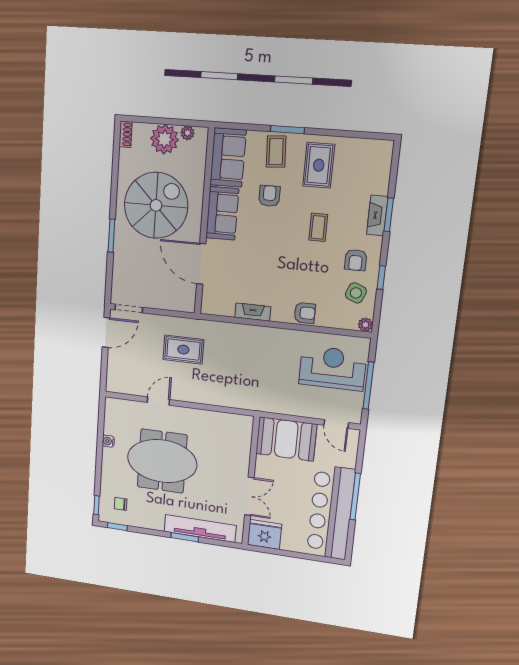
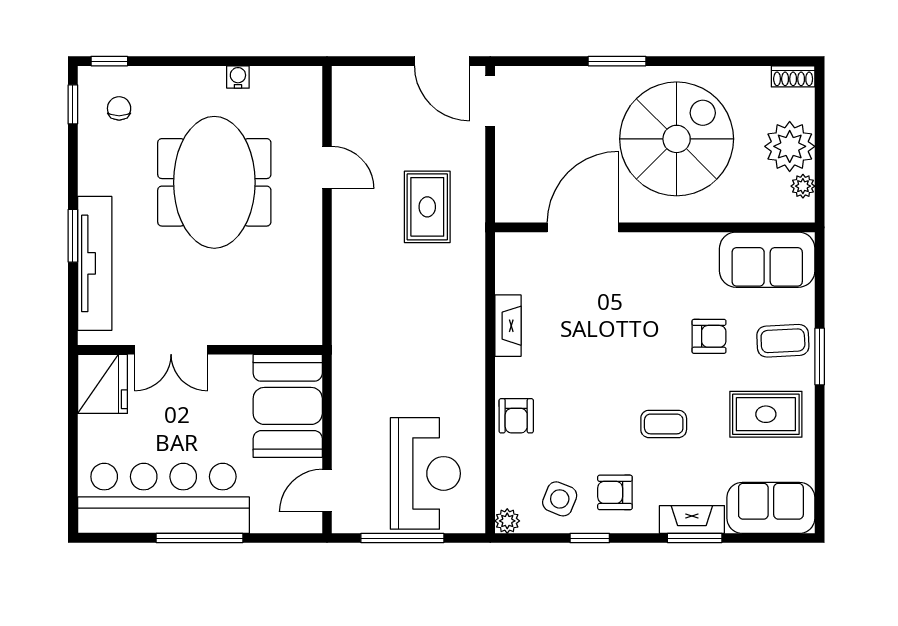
spiral stairs: (156, 205) -> (677, 139), turned -90
sofa: (222, 213) -> (771, 508), moved, turned 180

